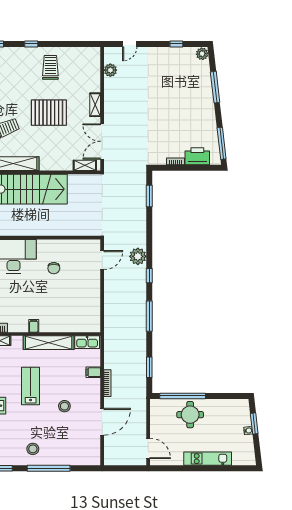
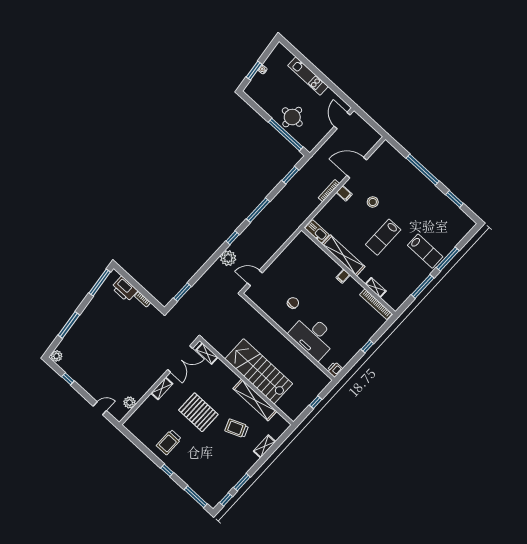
filing cabinet: (93, 372) -> (344, 193), moved
stool: (33, 449) -> (421, 193), removed

